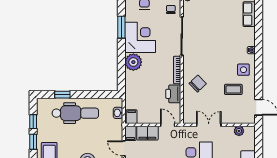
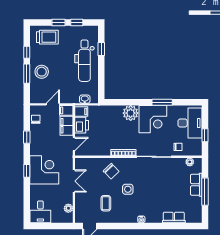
side table: (243, 70) -> (128, 189), moved
printer: (173, 94) -> (82, 125), moved, turned 90

